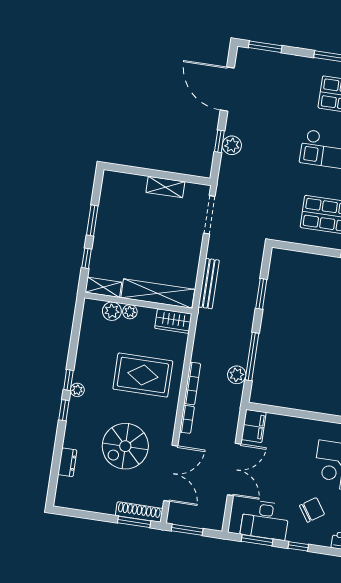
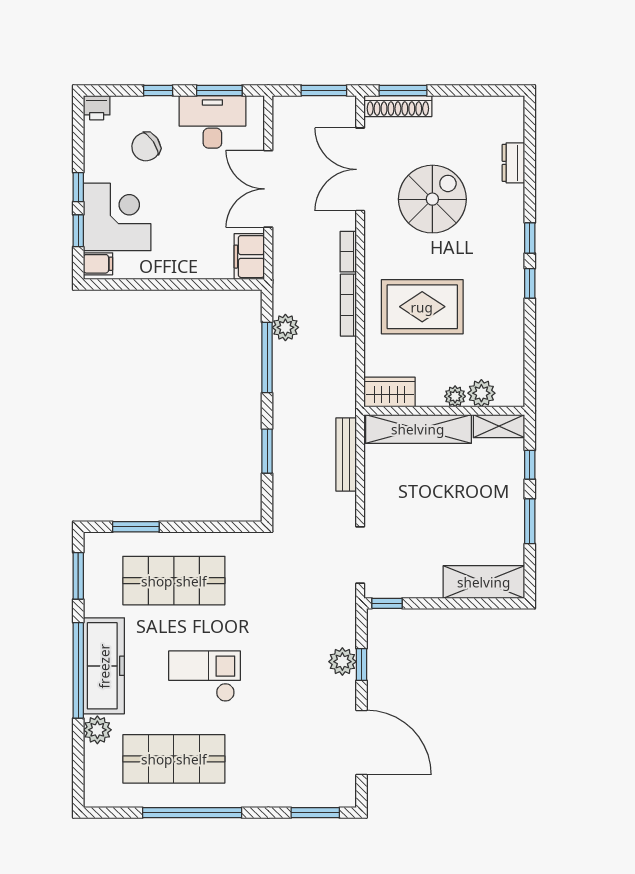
window: (196, 180) -> (387, 603), added
shelving: (165, 187) -> (484, 582), moved, width x1.50, depth x1.33
plant: (77, 390) -> (515, 271), removed

